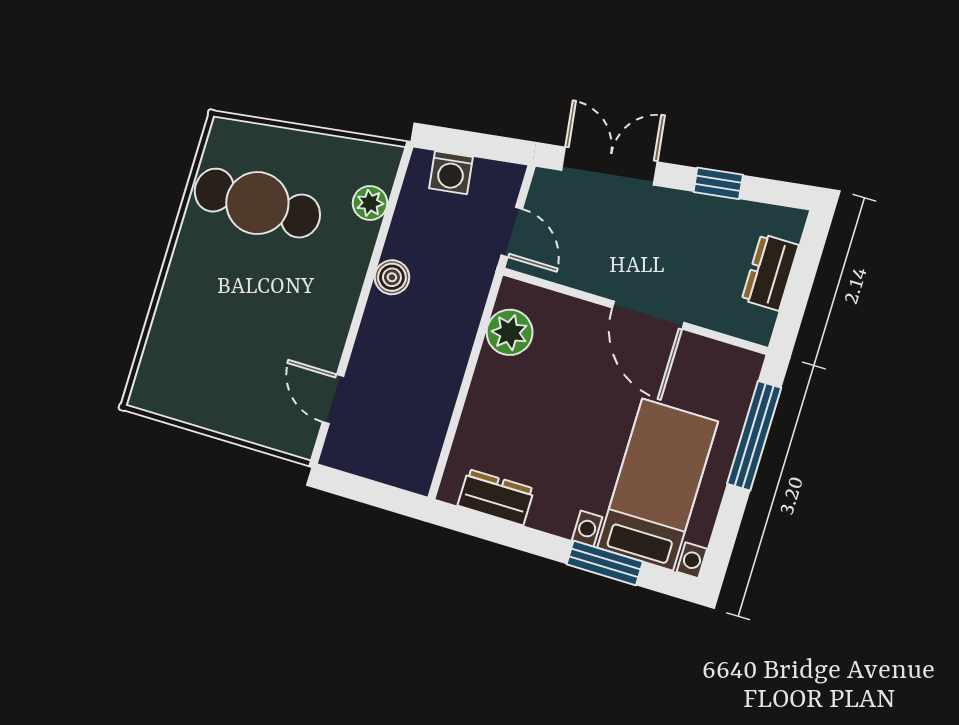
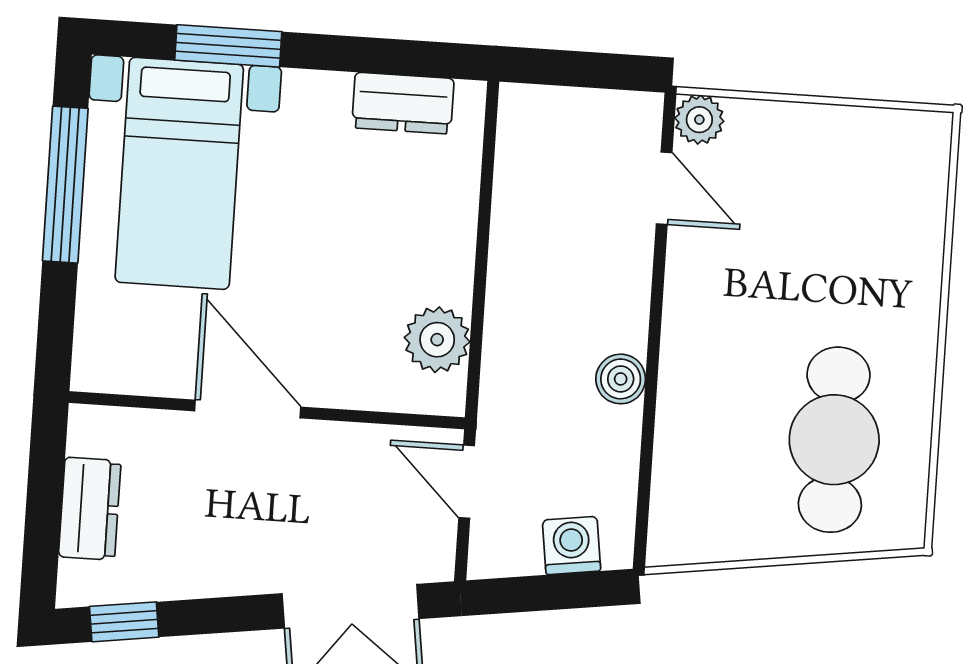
window: (718, 183) -> (124, 622), moved
cafe table: (257, 203) -> (834, 440), turned 90
plant: (370, 203) -> (699, 120), moved
window: (754, 436) -> (65, 185), moved

